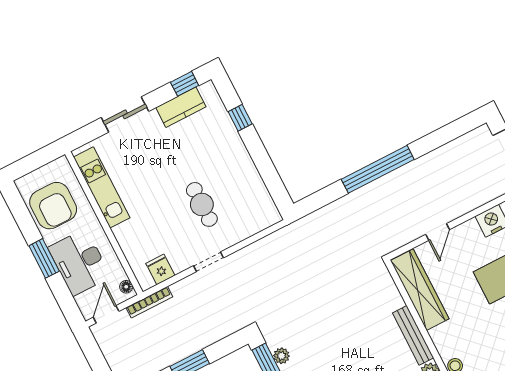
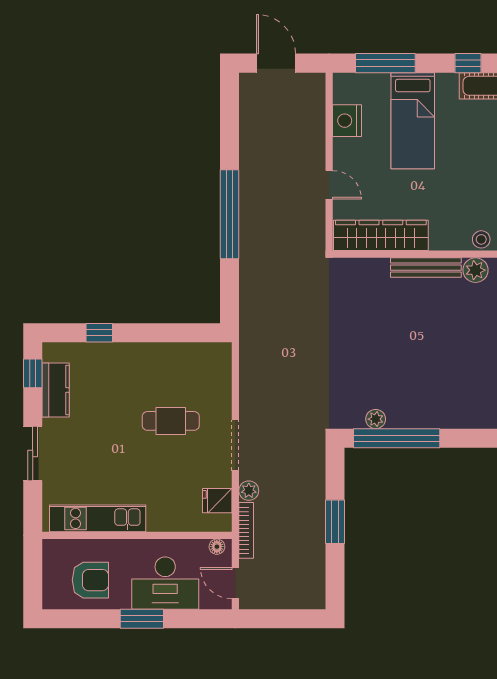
armchair: (53, 206) -> (90, 580), width x0.73, depth x0.73
doorway: (209, 262) -> (235, 445), width x1.38
plant: (180, 289) -> (249, 491), added

